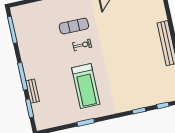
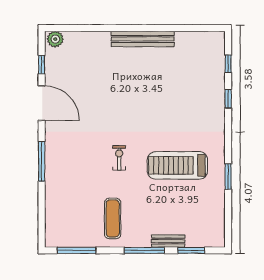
exercise mat: (74, 26) -> (113, 218), moved
treadmill: (86, 86) -> (177, 165), turned 180

